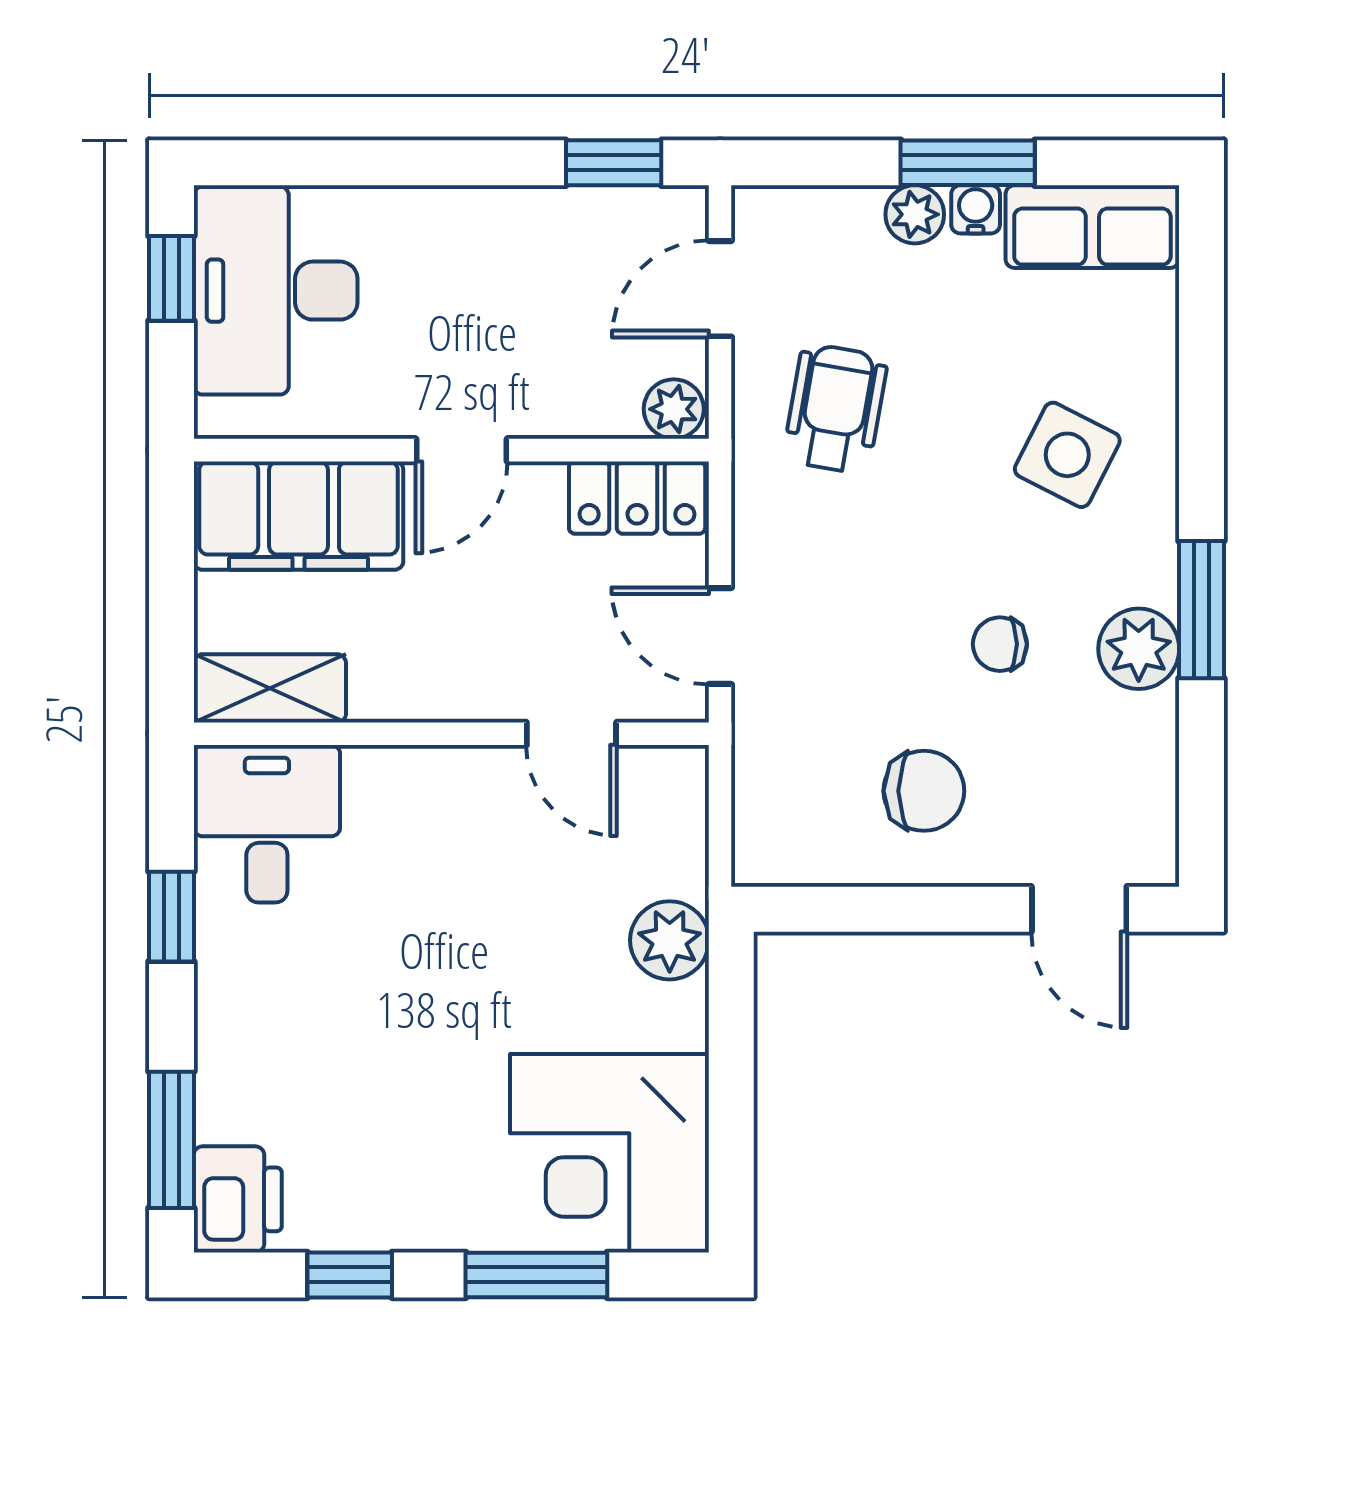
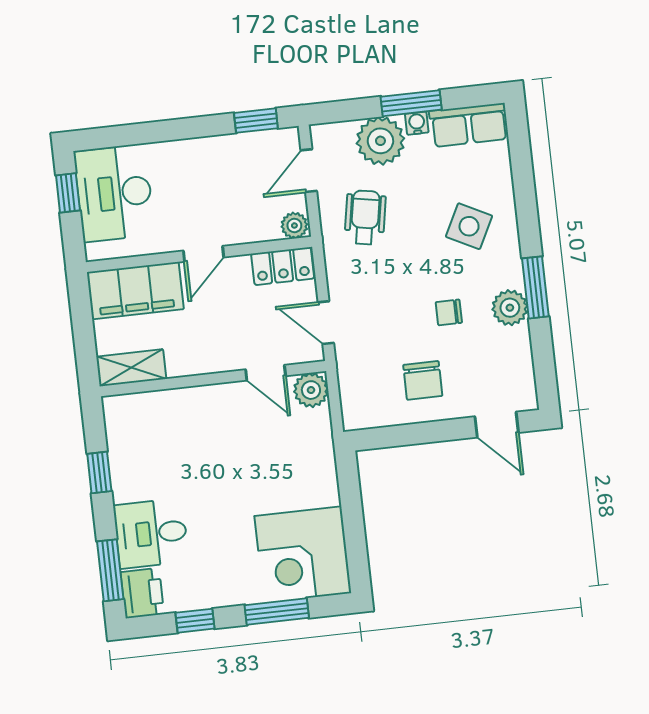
plant: (915, 214) -> (380, 141), width x1.88, depth x1.88
chair: (924, 791) -> (423, 380), turned 90
desk: (267, 824) -> (151, 533), moved, turned -90
plant: (670, 940) -> (311, 390), moved

